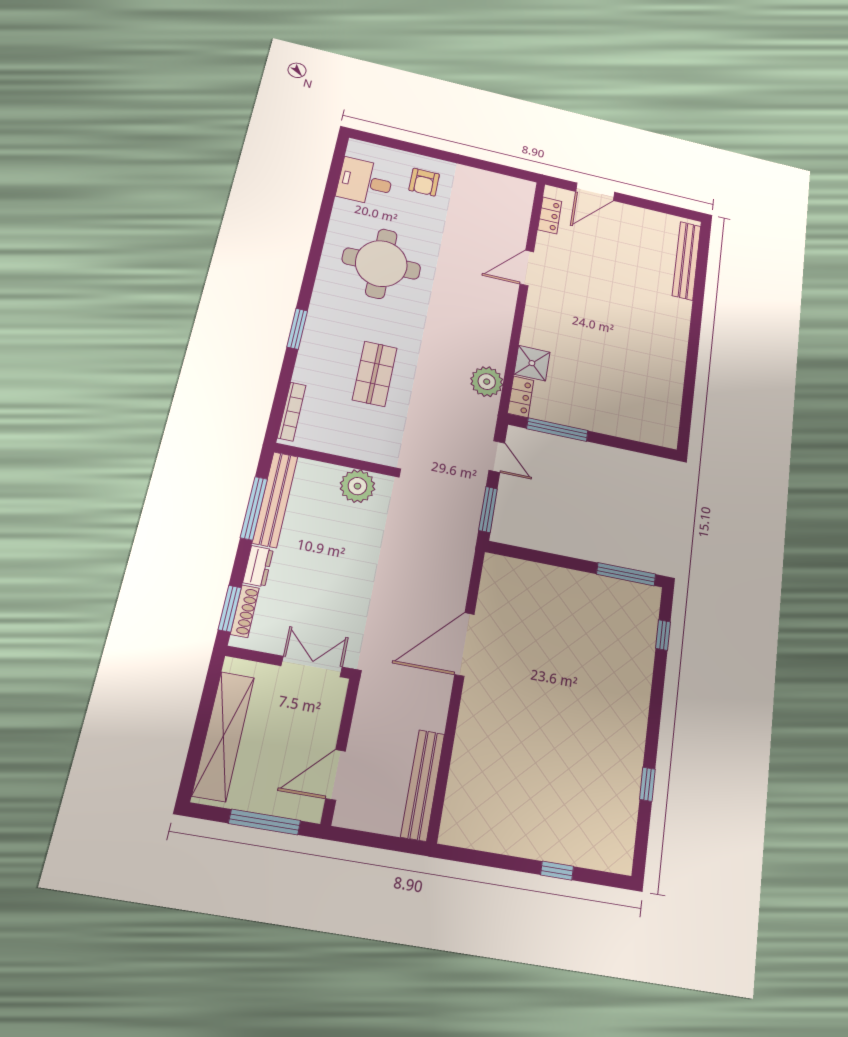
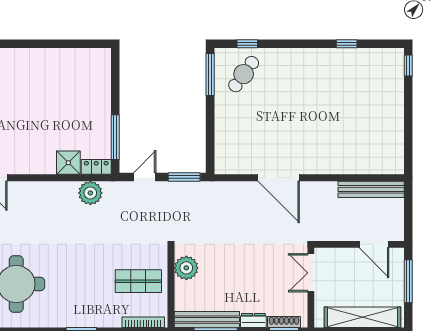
shop shelf: (375, 374) -> (138, 281), moved
cafe table: (621, 622) -> (244, 74), added
window: (557, 871) -> (408, 65), moved

